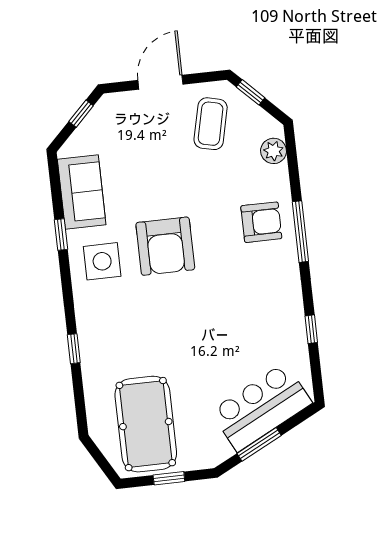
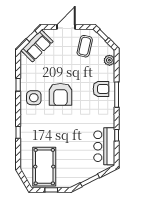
sofa: (82, 192) -> (37, 46), moved, turned 45
bar counter: (261, 407) -> (104, 146), moved, turned -63

